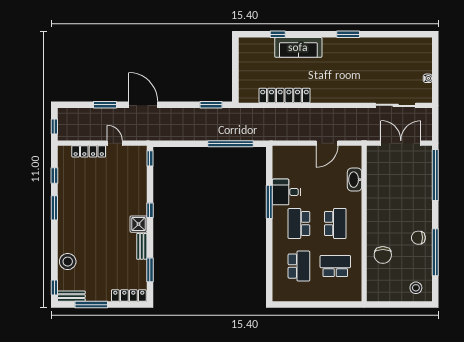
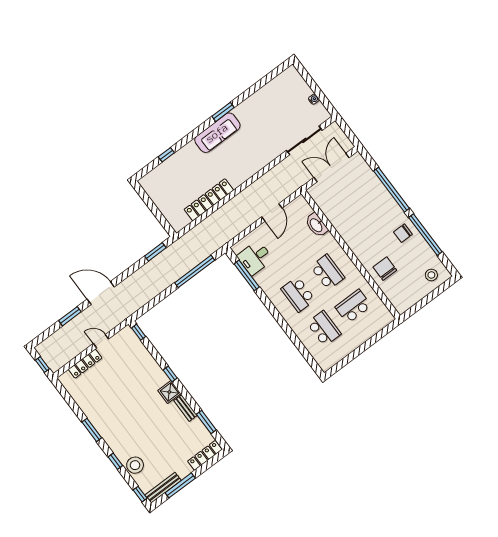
sofa: (298, 47) -> (217, 133), moved
window: (54, 175) -> (115, 461), moved
window: (435, 175) -> (392, 190), moved
desk: (286, 192) -> (255, 258), moved
window: (269, 202) -> (247, 275), moved
chair: (383, 255) -> (385, 269), turned 180
bench: (71, 296) -> (163, 488), width x1.36

